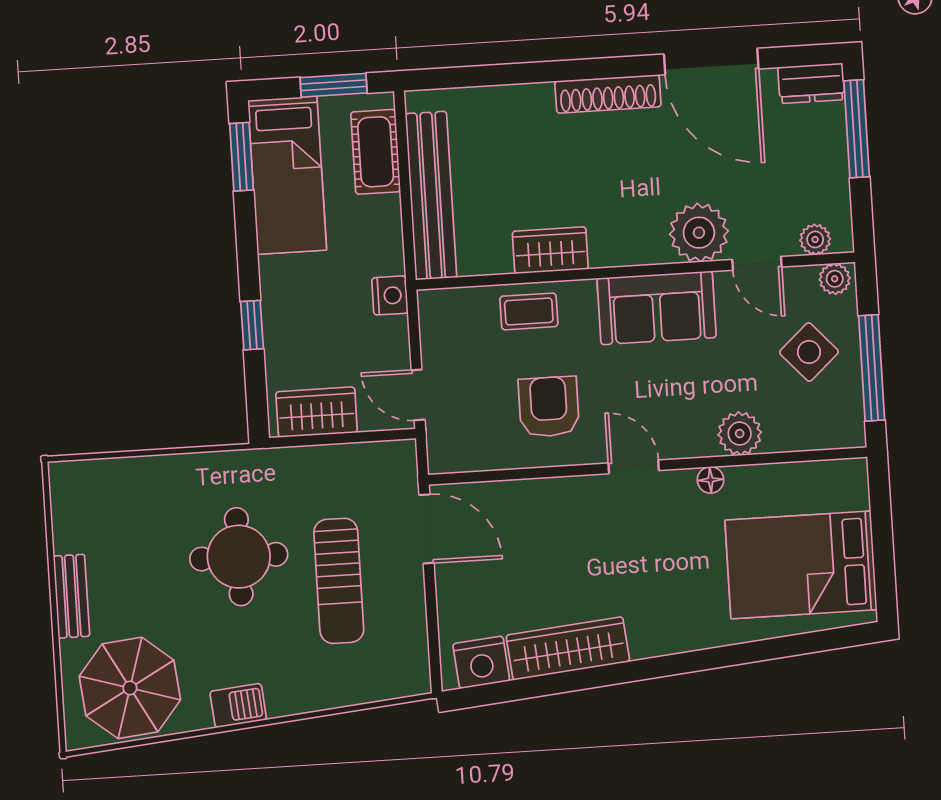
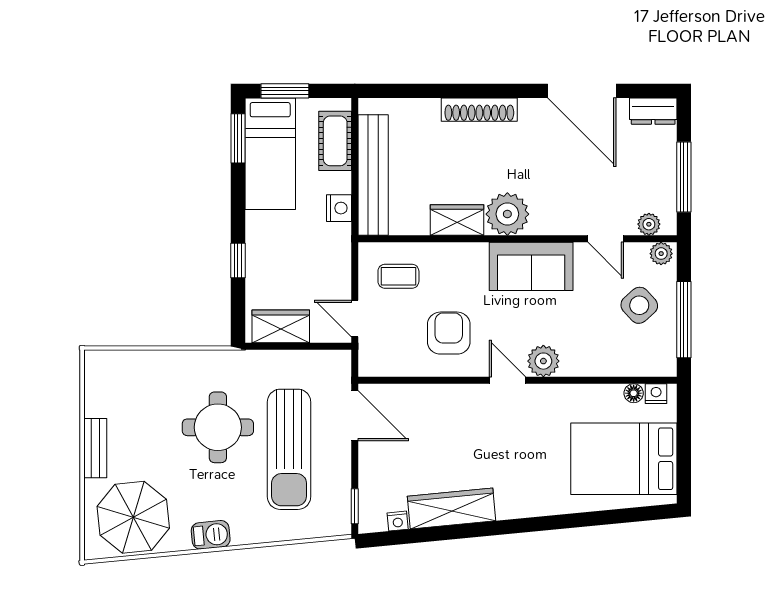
window: (334, 85) -> (285, 91), moved
shoe rack: (608, 94) -> (479, 110), moved
window: (857, 129) -> (684, 177), moved
plant: (699, 233) -> (507, 214), moved
nightstand: (390, 295) -> (339, 208), moved
coffee table: (529, 311) -> (398, 276), moved
plant: (740, 434) -> (543, 361), moved
nightstand: (840, 472) -> (656, 394), added
floor lamp: (711, 480) -> (634, 393), moved
sun lounger: (339, 581) -> (289, 449), width x1.36, depth x1.34
window: (434, 654) -> (355, 506), added
nightstand: (481, 662) -> (398, 521), width x0.53, depth x0.56

